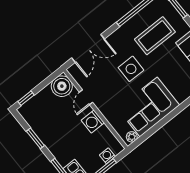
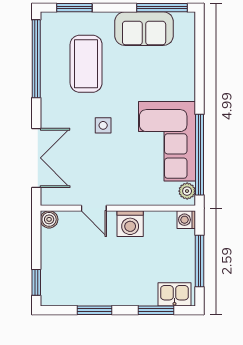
side table: (131, 69) -> (103, 125), width x0.54, depth x0.54
boiler: (62, 86) -> (49, 219), width x0.54, depth x0.54
window: (155, 128) -> (199, 155), added
washing machine: (107, 156) -> (186, 220), moved

